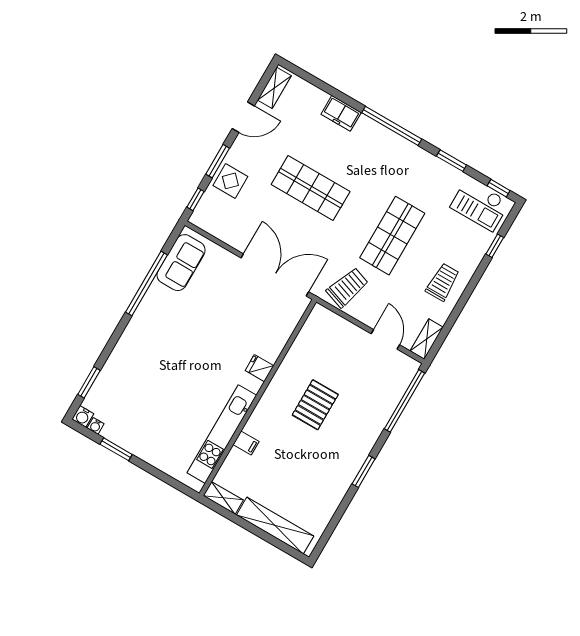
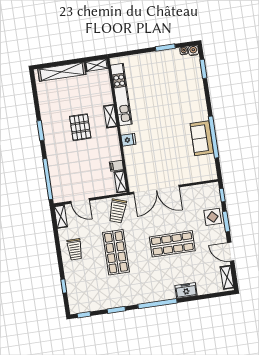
door: (243, 117) -> (231, 252), hinge flipped
checkout: (480, 205) -> (86, 300), removed
sofa: (181, 263) -> (202, 138), moved
shelving: (313, 322) -> (120, 182), added
pallet: (315, 405) -> (80, 127), moved
shelving: (258, 417) -> (110, 116), added
filing cabinet: (246, 443) -> (116, 166), moved

